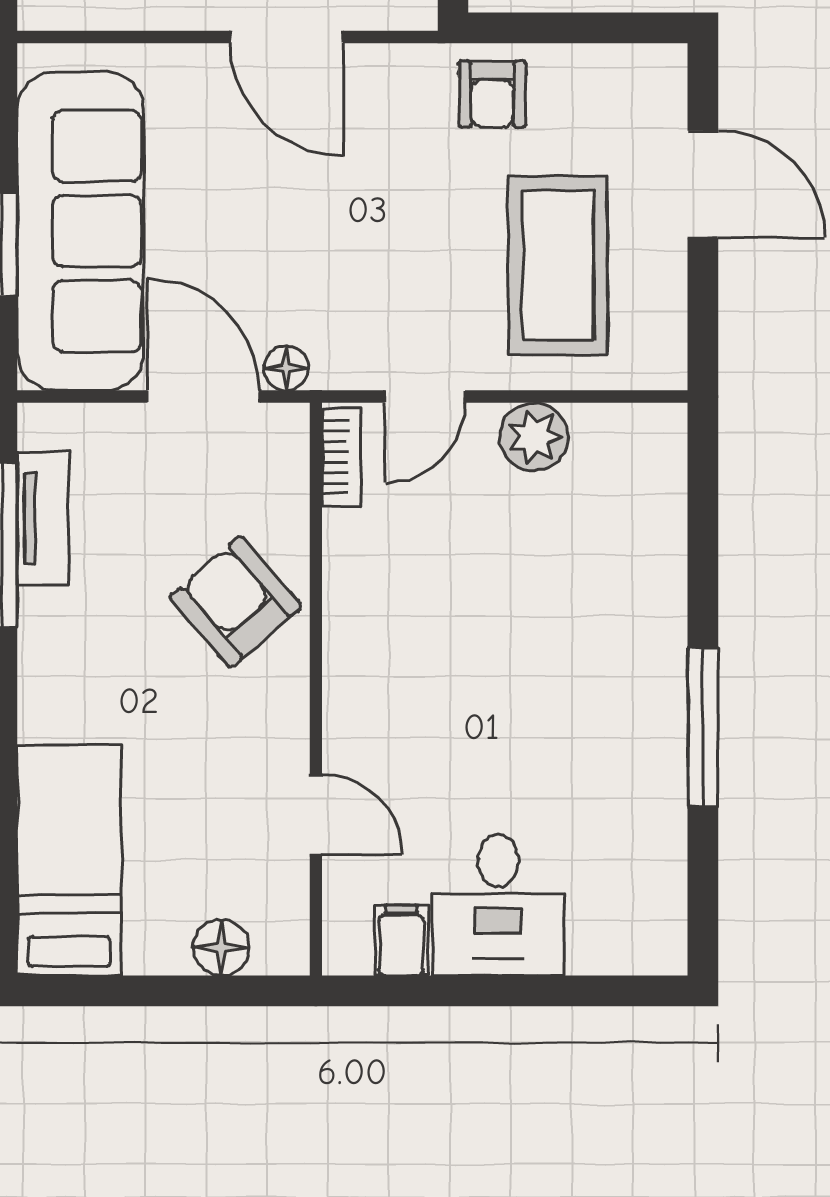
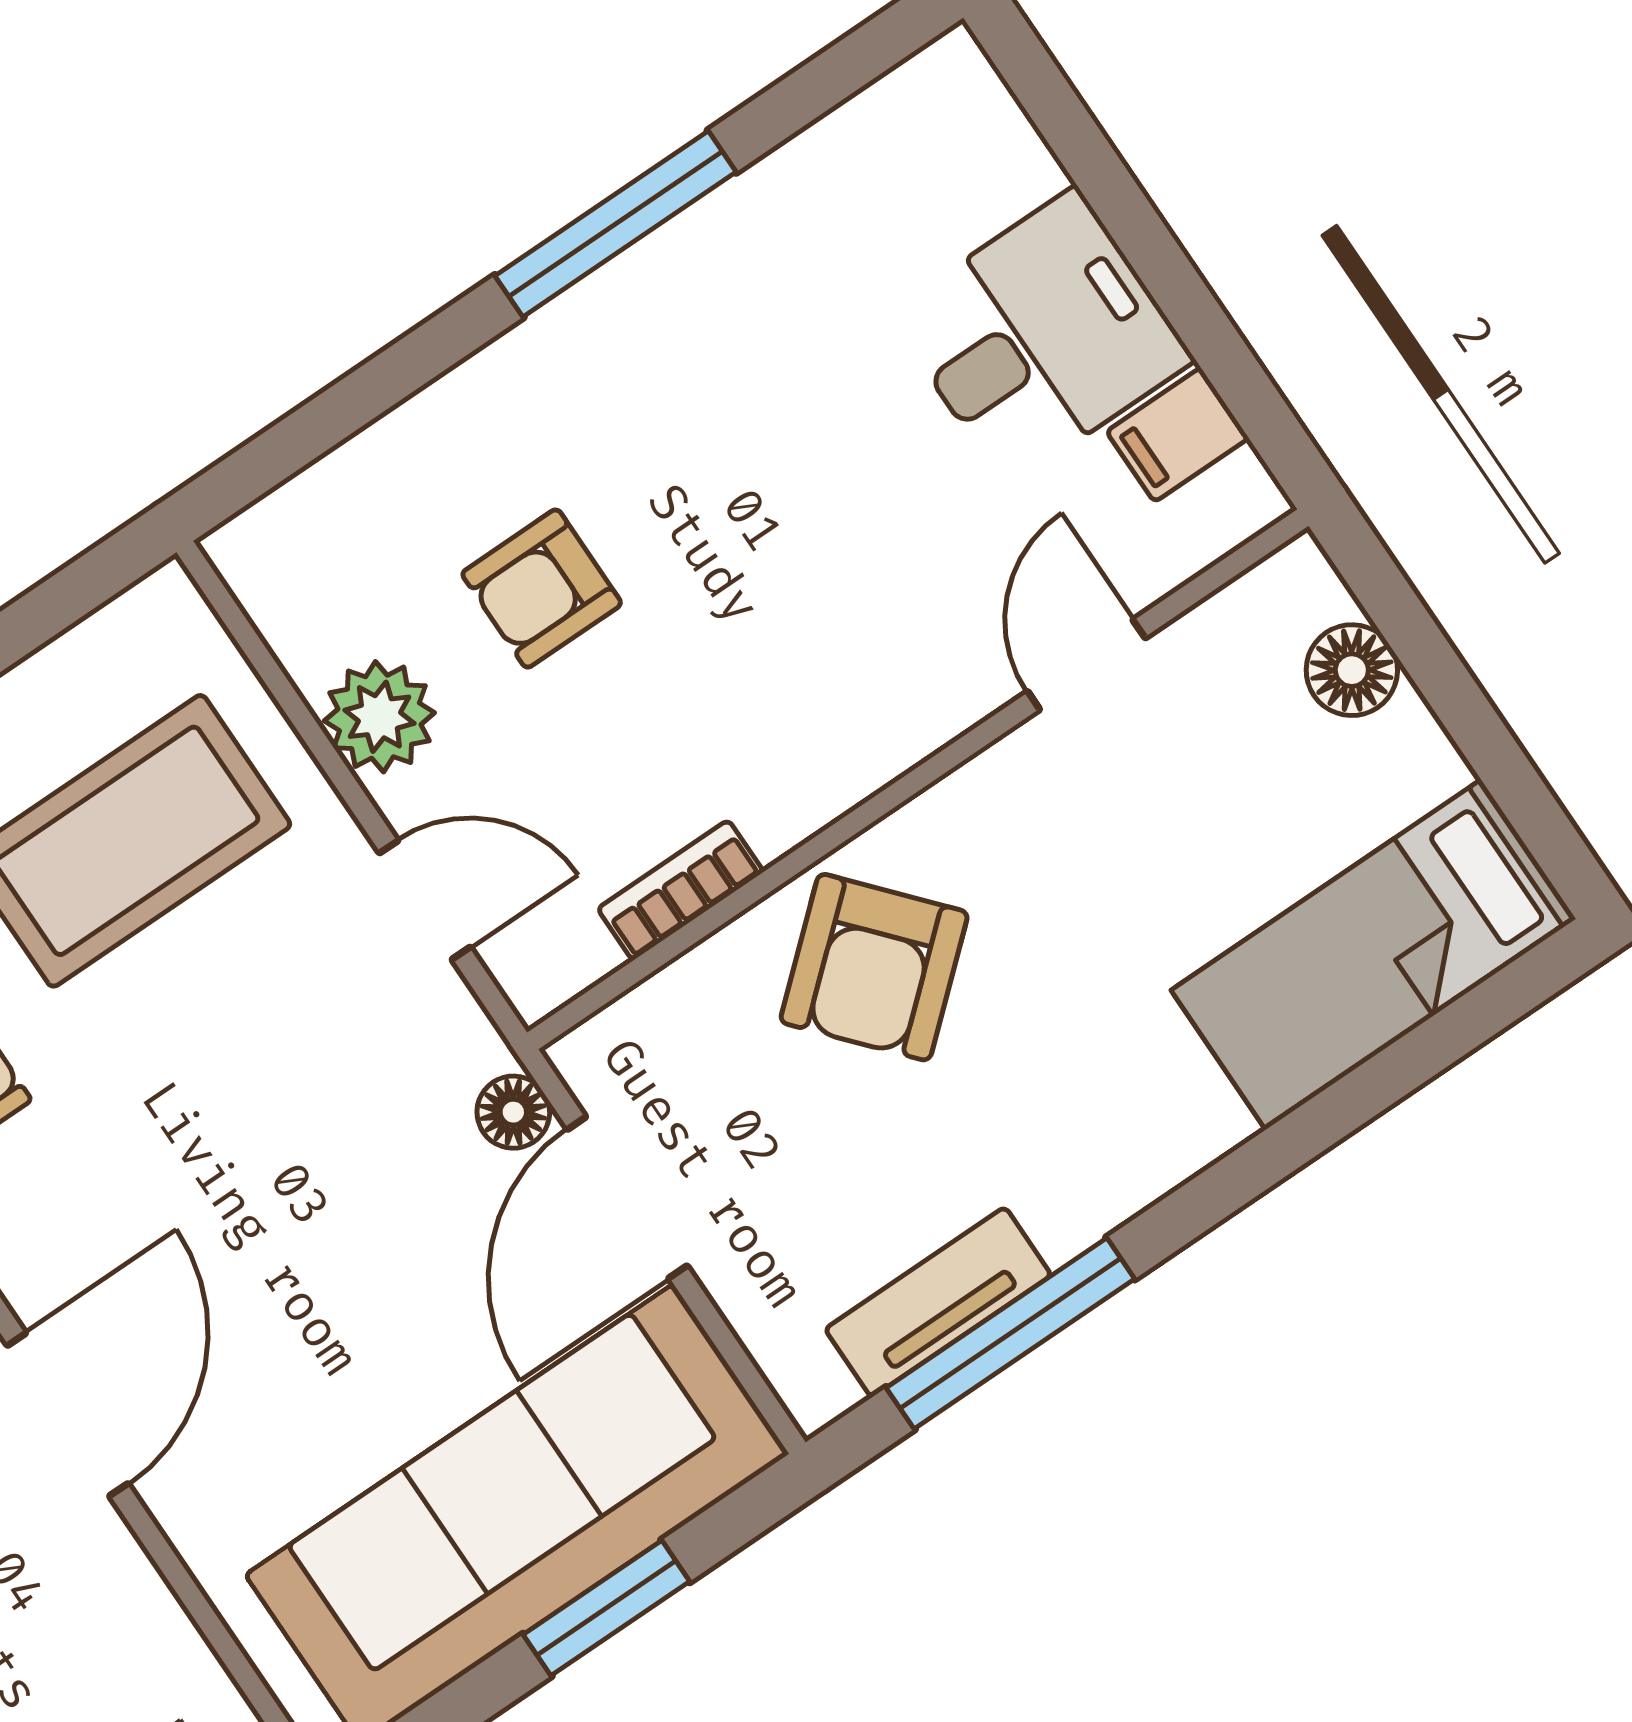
bookcase: (341, 457) -> (681, 890), moved
armchair: (543, 564) -> (542, 589), added

